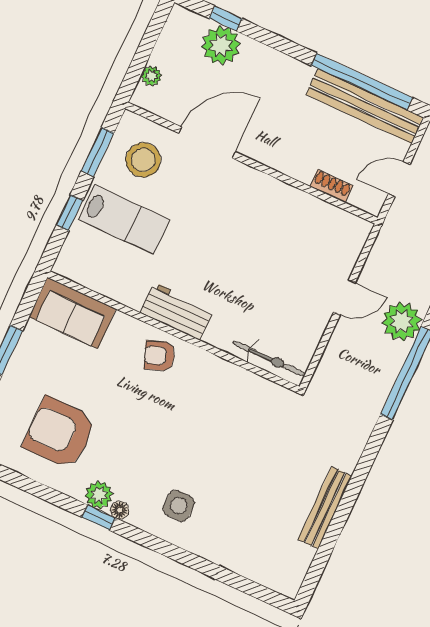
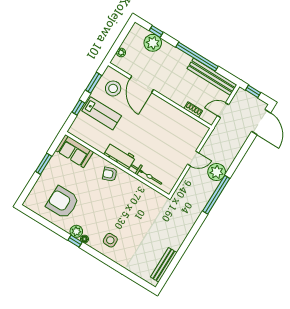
window: (362, 81) -> (197, 57), moved
door: (207, 142) -> (142, 84), swing flipped
bicycle: (269, 359) -> (147, 175), moved
bench: (325, 508) -> (164, 265), moved

